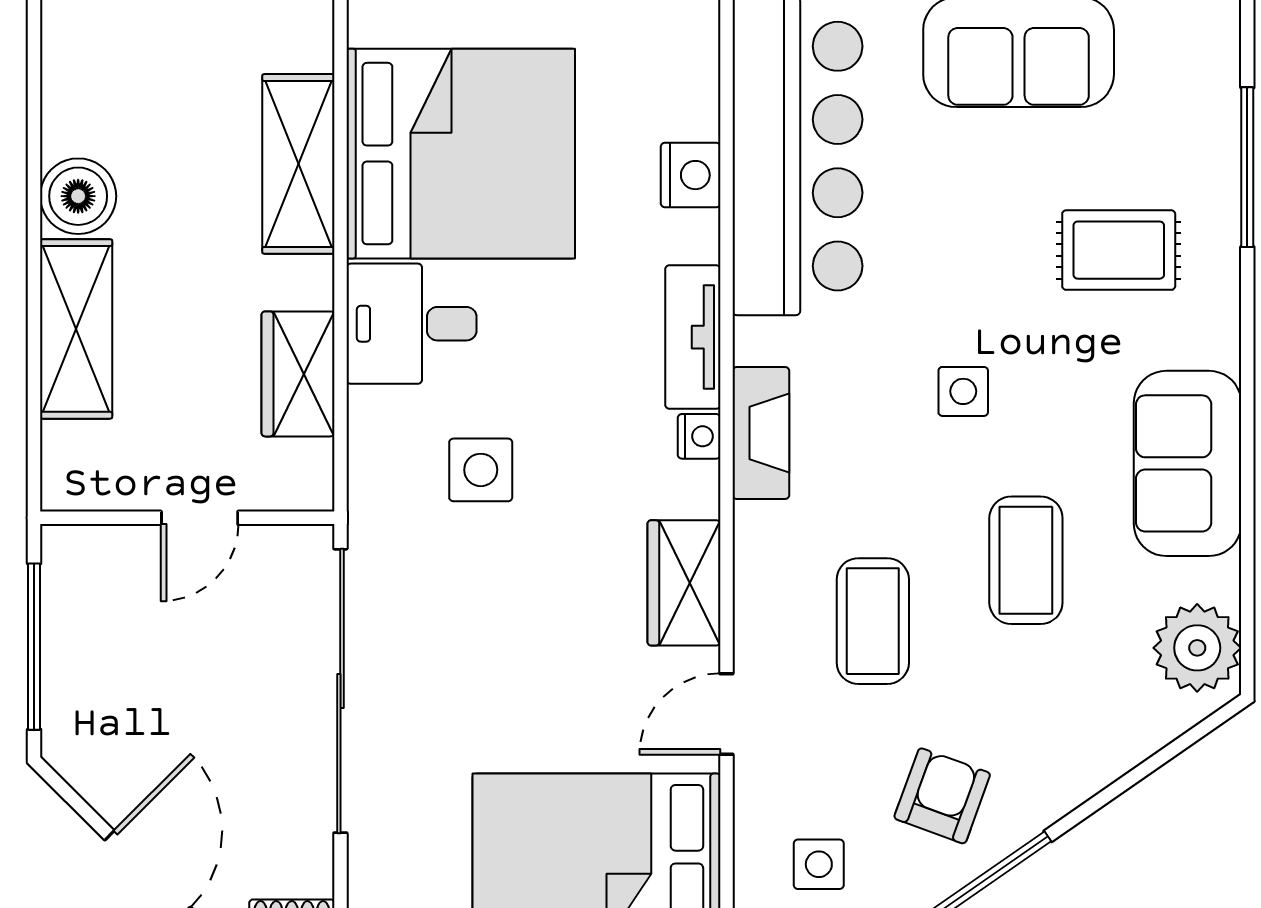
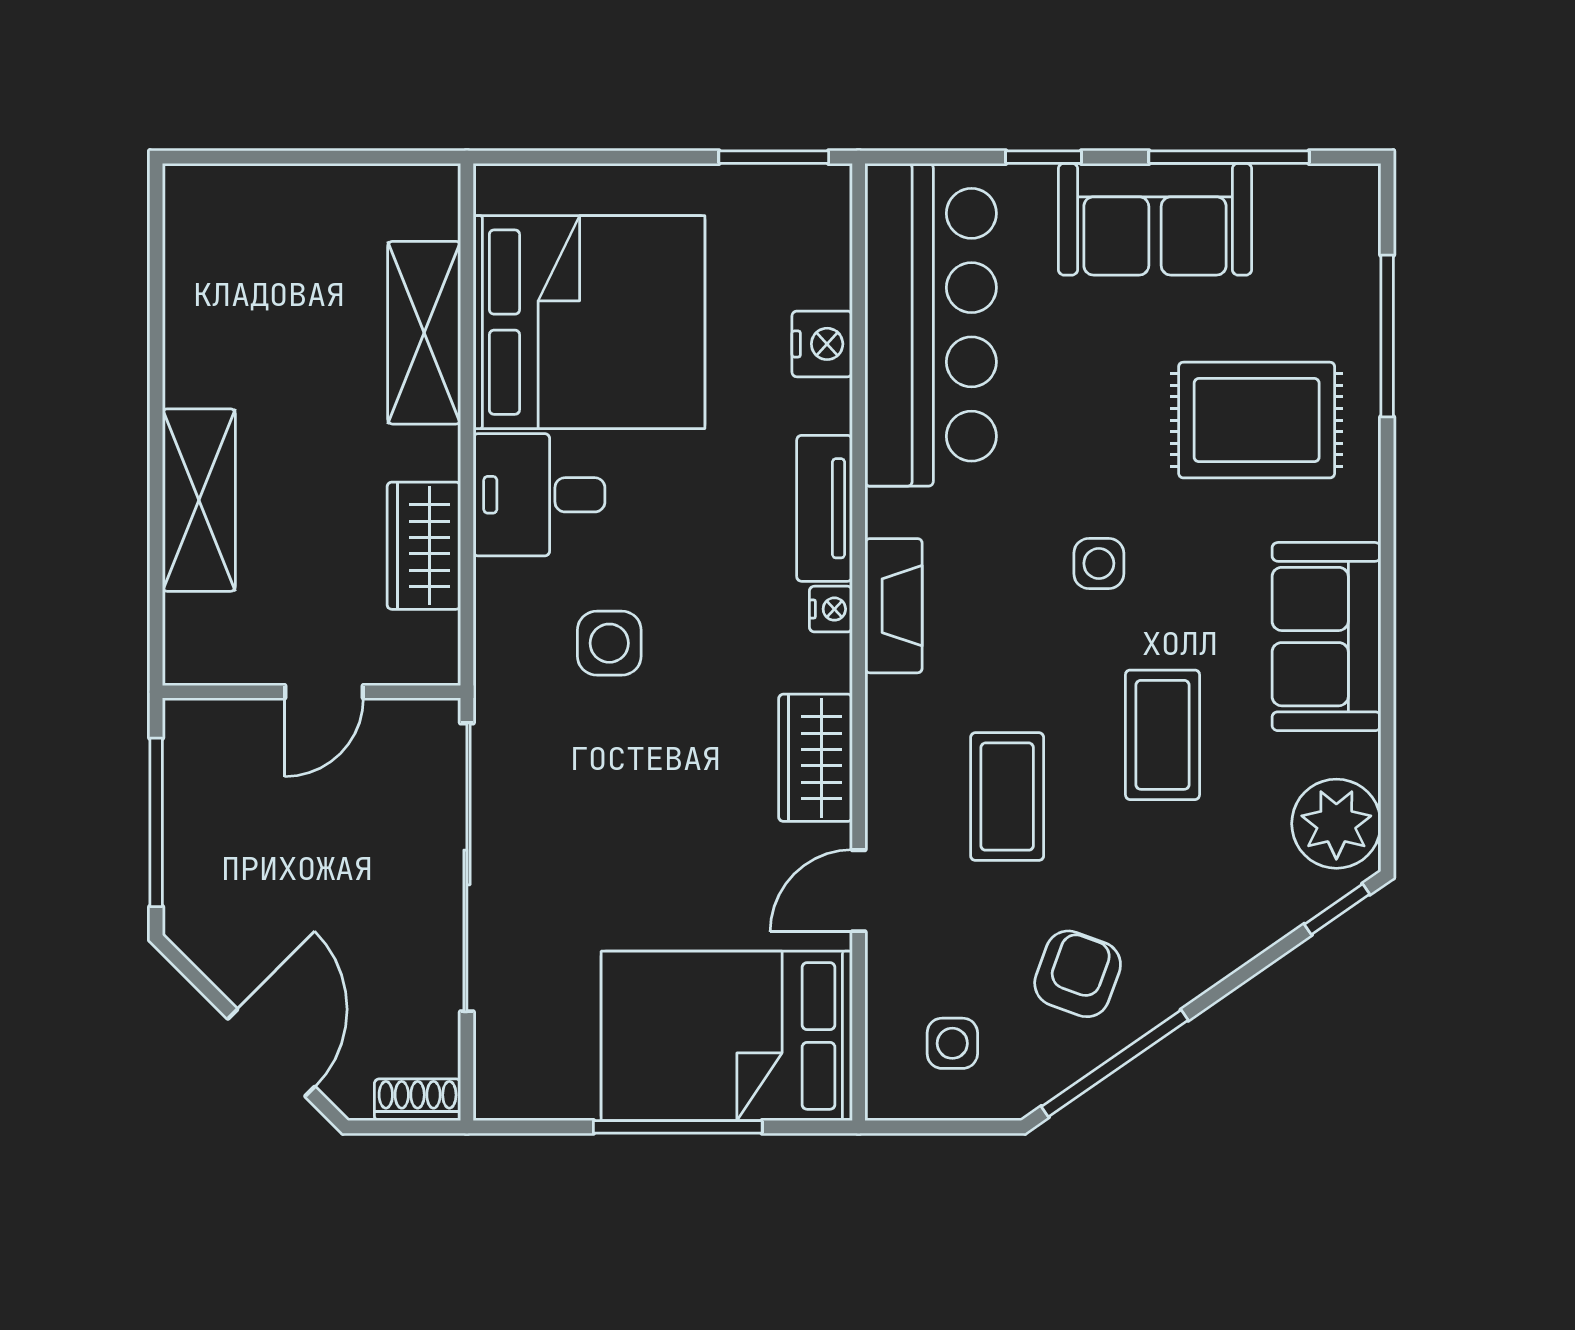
boiler: (78, 196) -> (201, 365), removed
rug: (1119, 250) -> (1257, 420), width x1.36, depth x1.43
window: (1198, 732) -> (1337, 909), added

